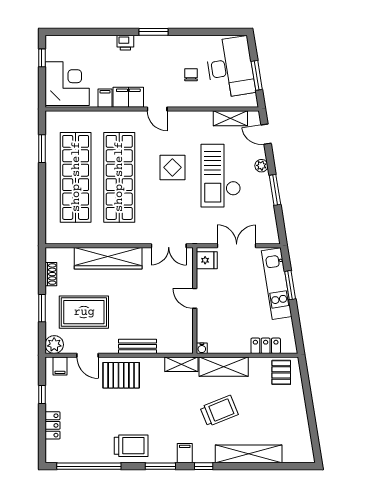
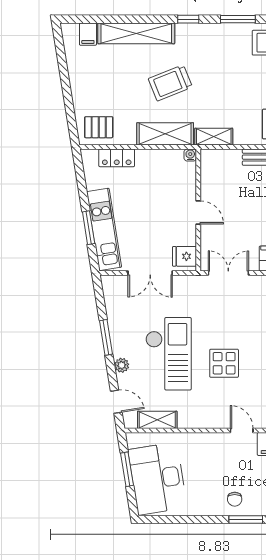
chair: (191, 75) -> (235, 499), moved
pallet: (281, 372) -> (99, 127), turned 90
filing cabinet: (185, 453) -> (88, 34), moved

